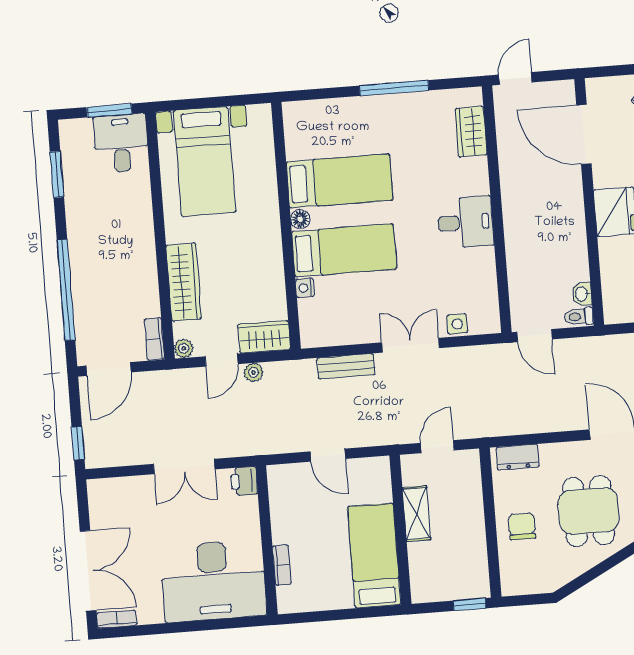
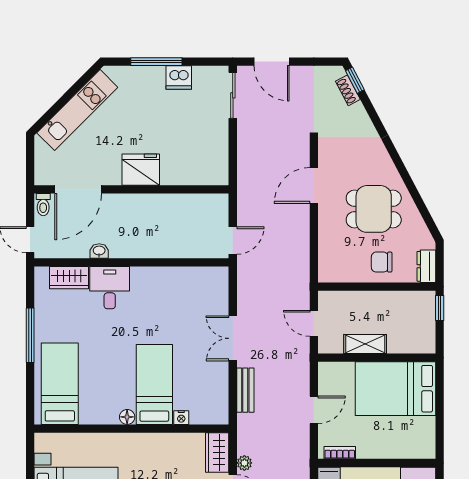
bed: (340, 181) -> (60, 384), moved
desk: (465, 222) -> (110, 288), moved
washbasin: (582, 294) -> (99, 251), moved, turned 180
toilet: (579, 317) -> (43, 205), moved
side table: (457, 324) -> (219, 300), removed
dresser: (518, 457) -> (426, 266), moved, turned 180
bed: (374, 556) -> (395, 389), width x1.50
bookcase: (282, 565) -> (340, 453), moved

